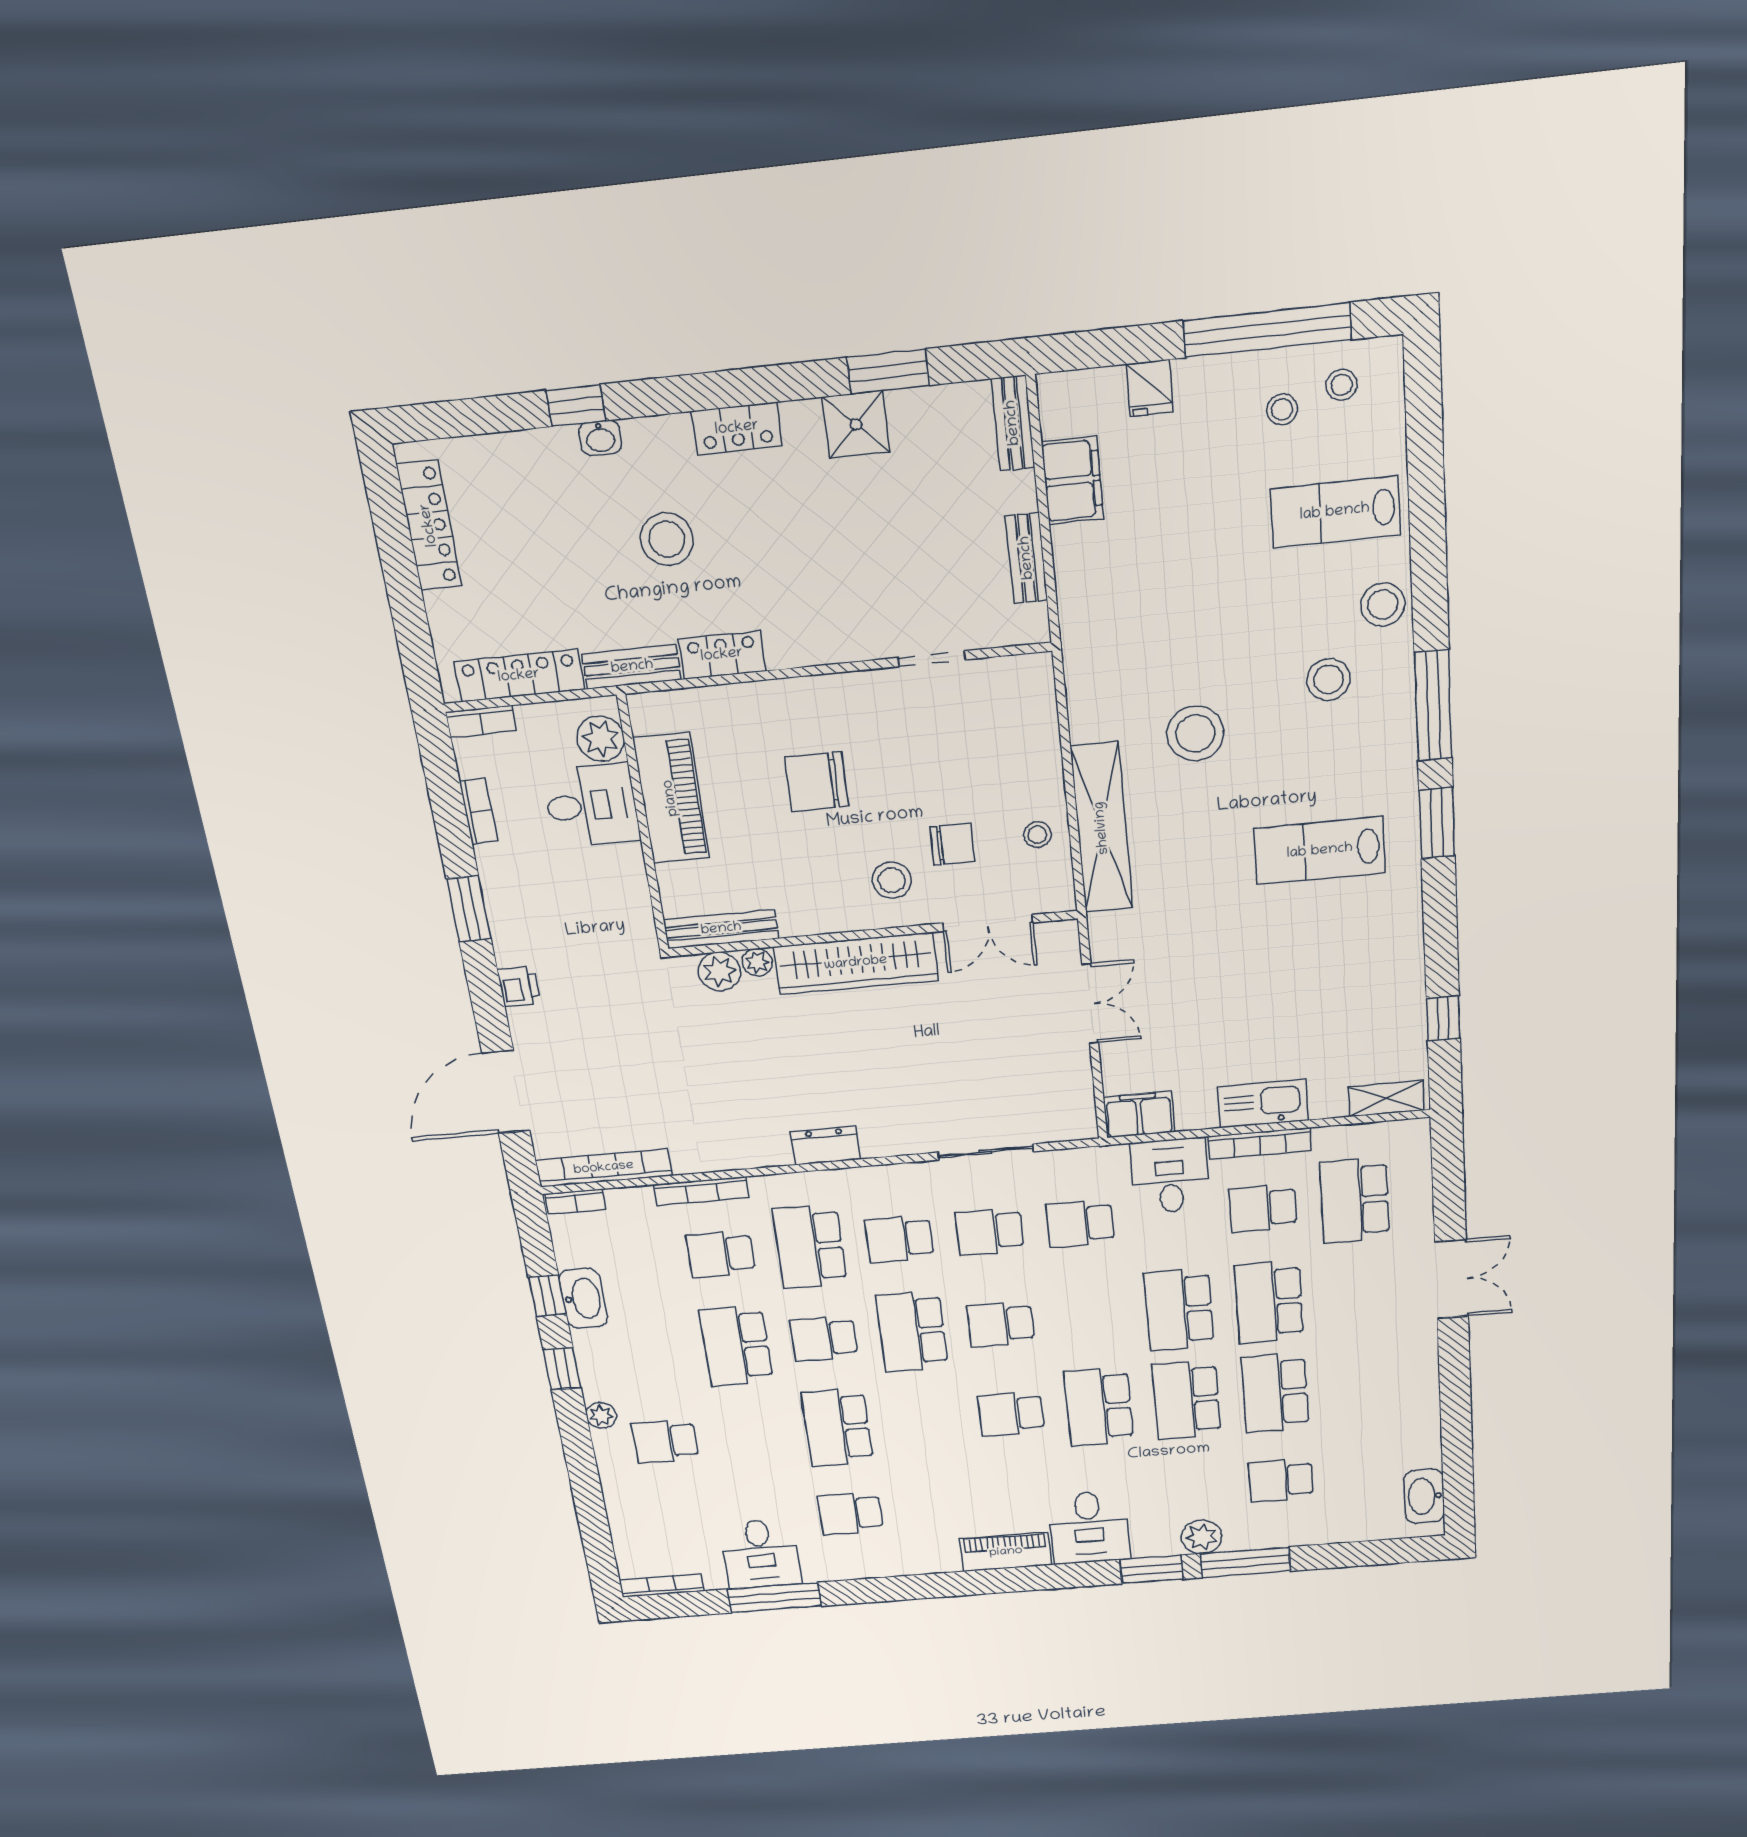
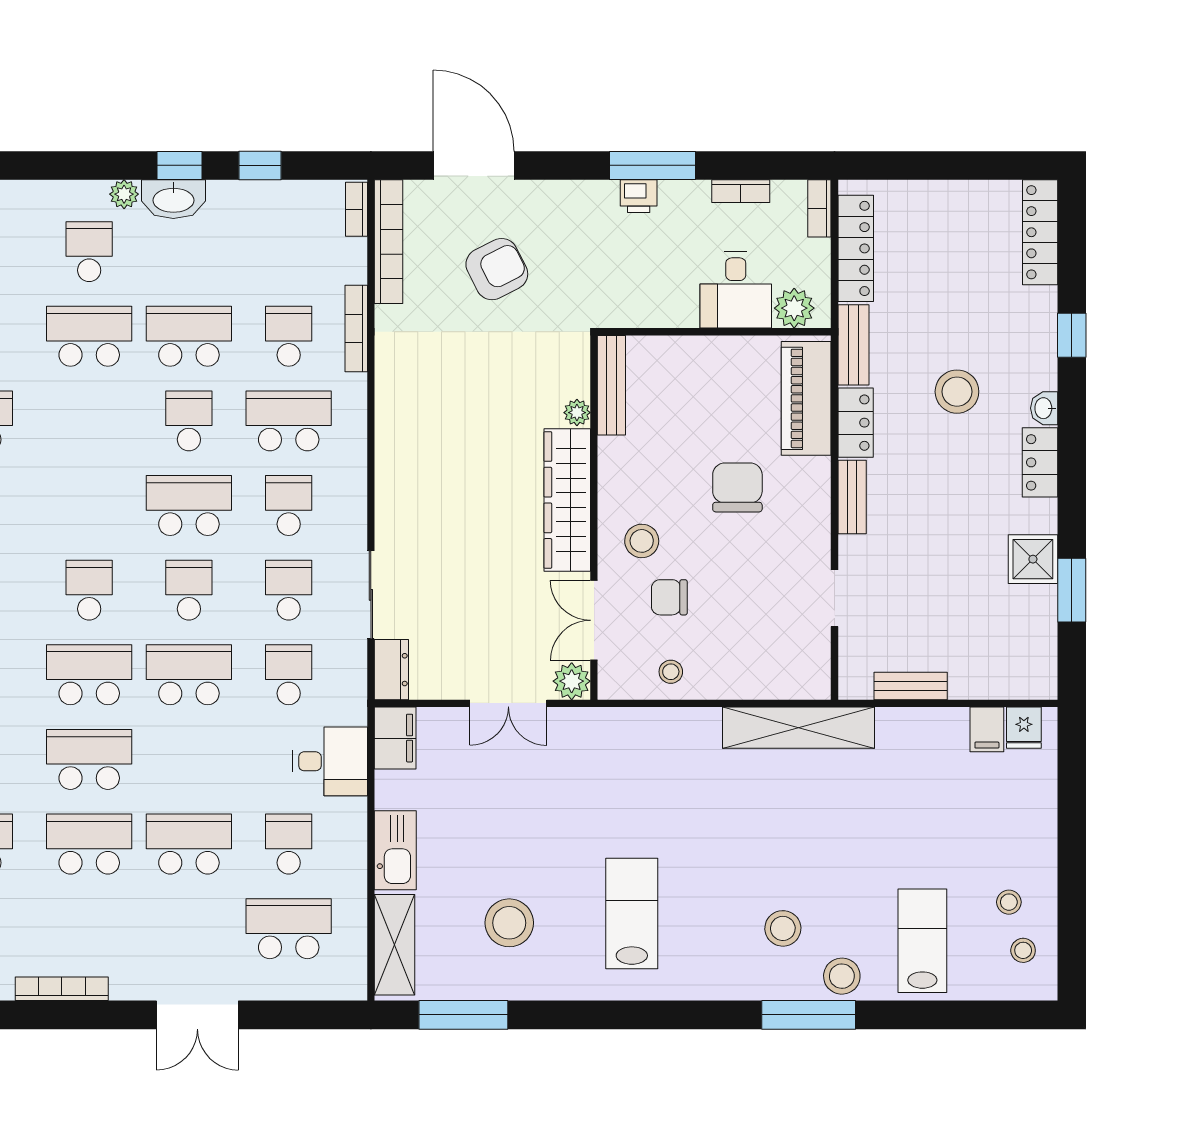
window: (1267, 330) -> (1072, 894), removed
fridge: (1150, 388) -> (1024, 728), moved, turned -90
bench: (1013, 423) -> (852, 497), moved, turned 90
washbasin: (600, 438) -> (1044, 408), moved
filing cabinet: (1072, 480) -> (987, 729), width x0.50
locker: (429, 525) -> (1040, 232), moved, turned 90
window: (1433, 706) -> (809, 1015), moved
stool: (1195, 733) -> (509, 923), moved
piano: (671, 798) -> (806, 398), moved, turned 90
window: (1437, 823) -> (647, 1015), removed
shelving: (1102, 828) -> (799, 728), moved
chair: (952, 844) -> (669, 597), turned 90
window: (469, 909) -> (653, 165), width x1.44
plant: (719, 971) -> (572, 681), moved
printer: (519, 986) -> (639, 196), moved
window: (1443, 1018) -> (463, 1015), width x2.17
armchair: (613, 1059) -> (497, 269), added
shelving: (1386, 1099) -> (395, 945), width x1.50, depth x1.33
bookcase: (1259, 1143) -> (62, 989), moved, turned 90
dresser: (825, 1146) -> (391, 670), moved
washbasin: (583, 1299) -> (173, 199), moved
school desk: (1179, 1310) -> (189, 675), moved
school desk: (837, 1428) -> (89, 336), moved

